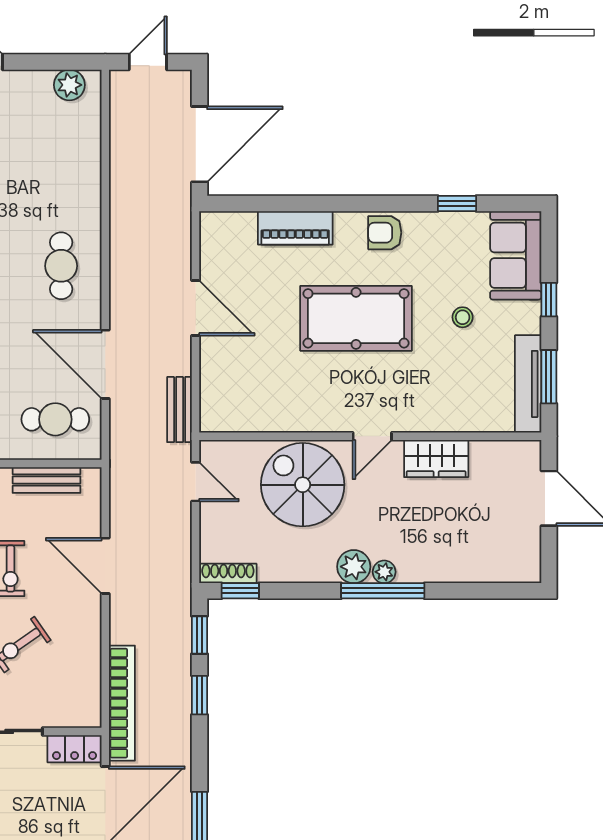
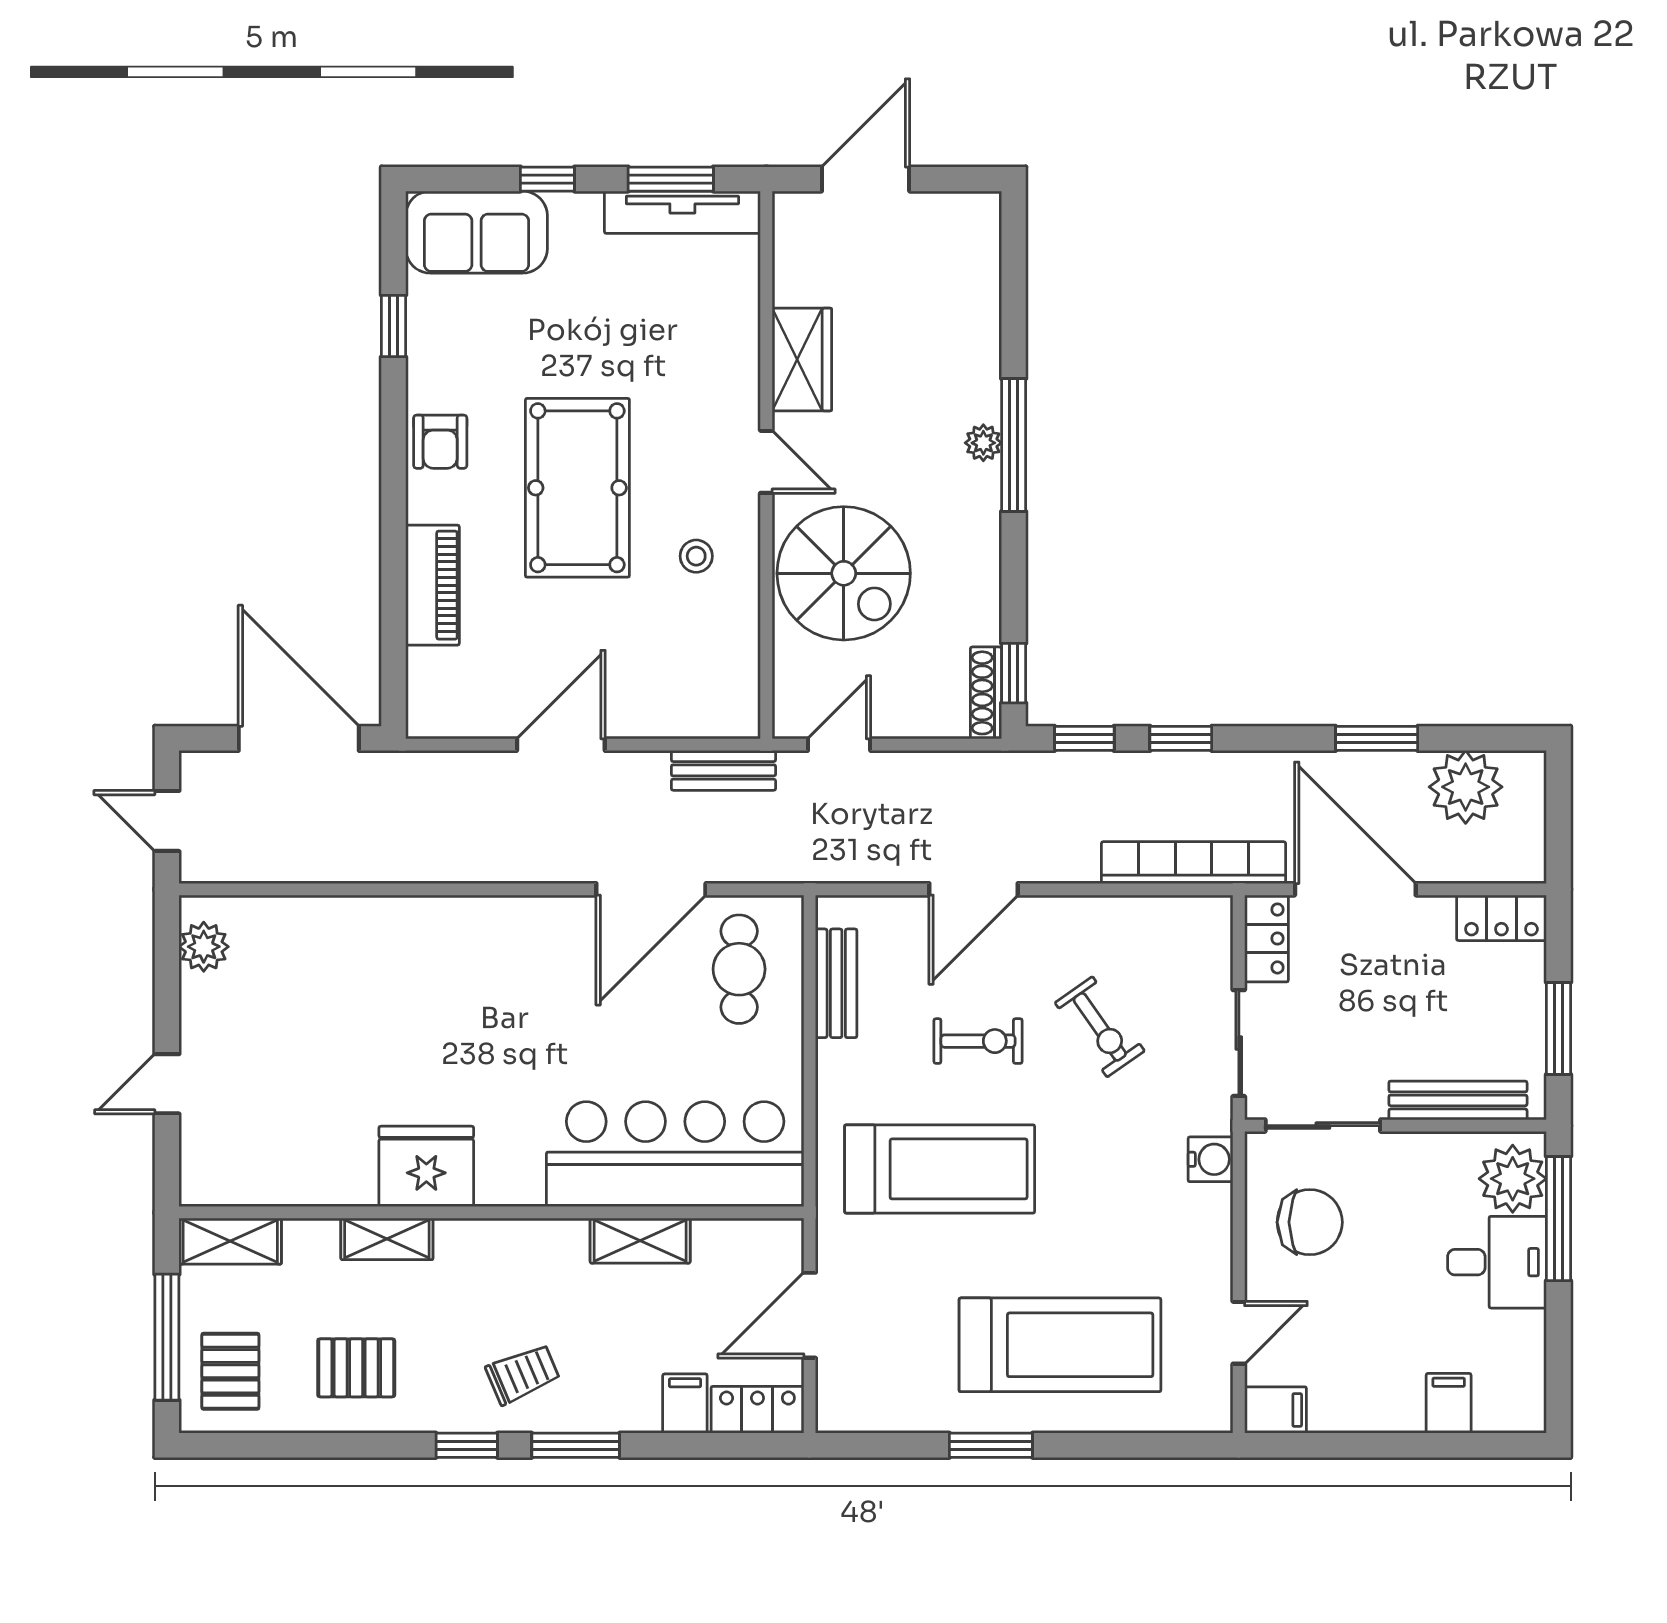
cafe table: (61, 266) -> (493, 960), removed
stool: (463, 317) -> (696, 556), moved
spiral stairs: (303, 485) -> (844, 573), turned -90
plant: (354, 567) -> (975, 491), removed

